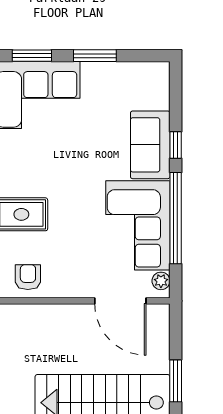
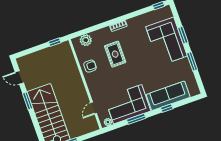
sofa: (150, 145) -> (168, 96), width x1.36
window: (176, 218) -> (136, 119), width x0.47
door: (120, 301) -> (94, 108), width x0.53

